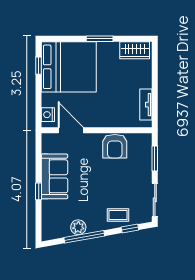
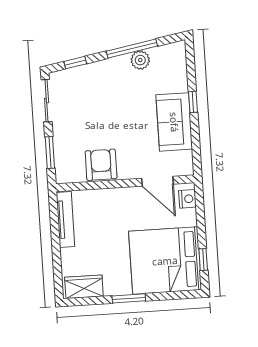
tv unit: (146, 105) -> (65, 219), width x1.41
coffee table: (118, 215) -> (91, 79), removed

